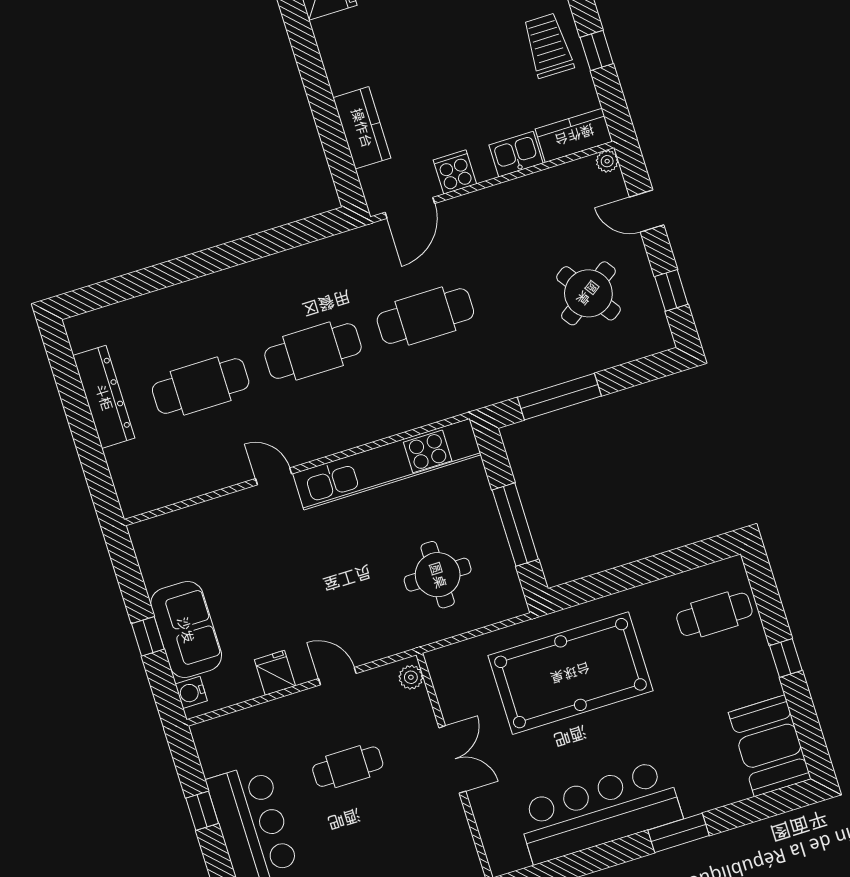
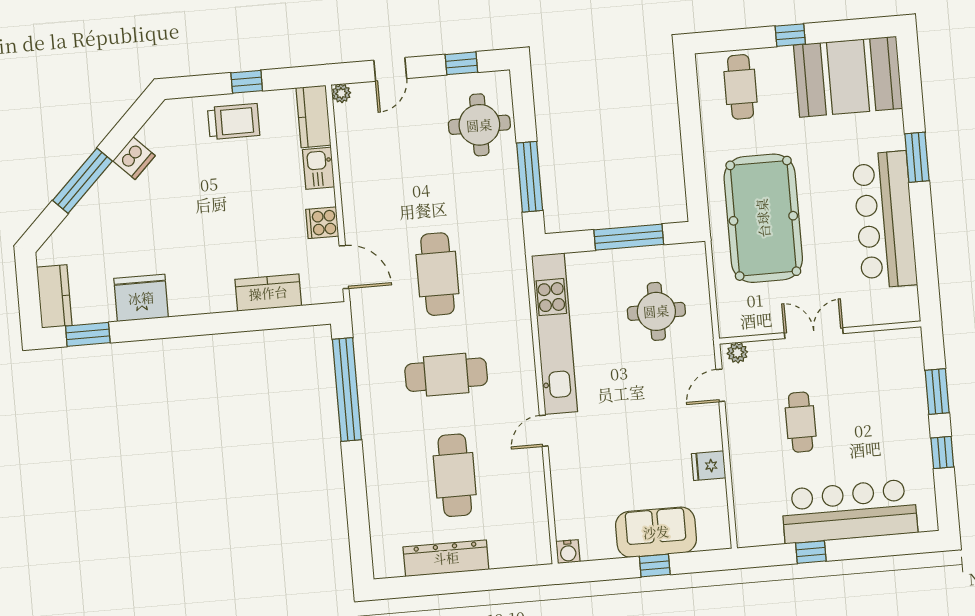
trolley: (548, 46) -> (234, 122), turned 180
window: (271, 242) -> (347, 389), added
round table: (588, 293) -> (479, 125), moved, turned 35
cafe table: (313, 351) -> (446, 375), turned 90
door: (337, 676) -> (720, 385), moved
water cooler: (191, 692) -> (568, 552), moved
booth: (770, 746) -> (848, 77), width x1.36, depth x1.42

